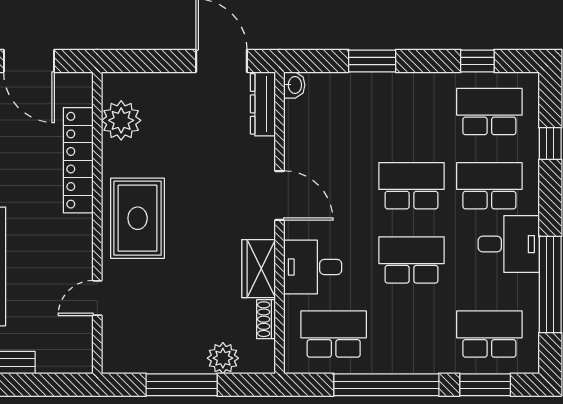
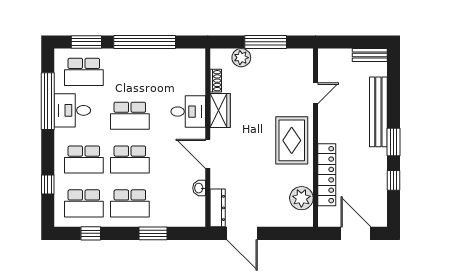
washbasin: (294, 85) -> (199, 188), moved
desk: (509, 244) -> (72, 110), moved
school desk: (334, 334) -> (130, 203), moved

